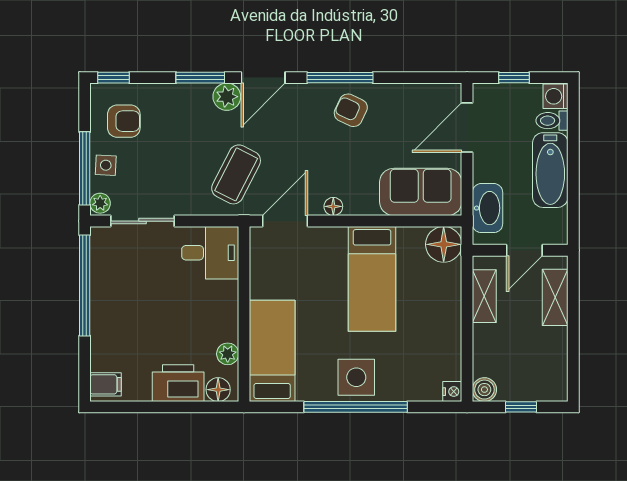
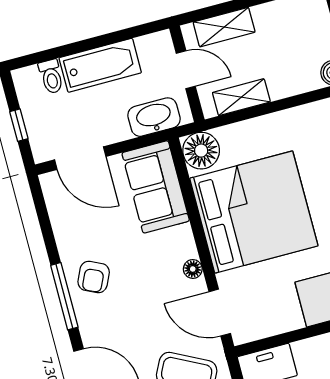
washing machine: (556, 96) -> (26, 79), removed
bed: (372, 279) -> (254, 212), width x2.04

